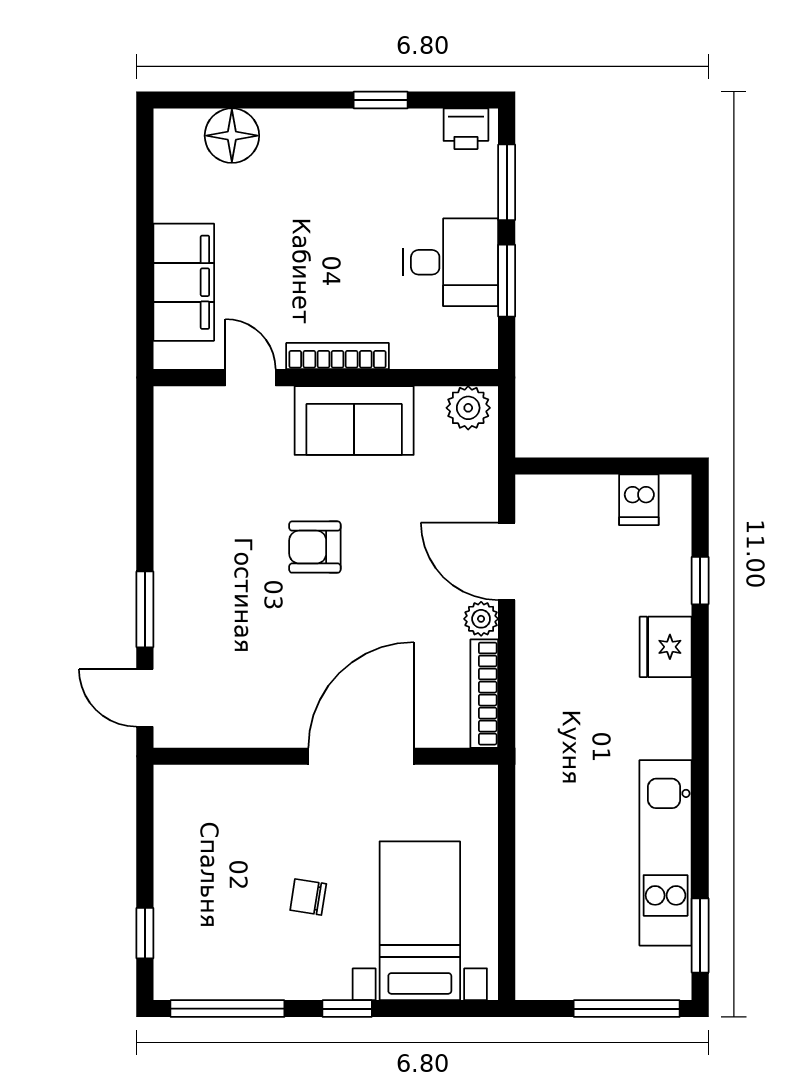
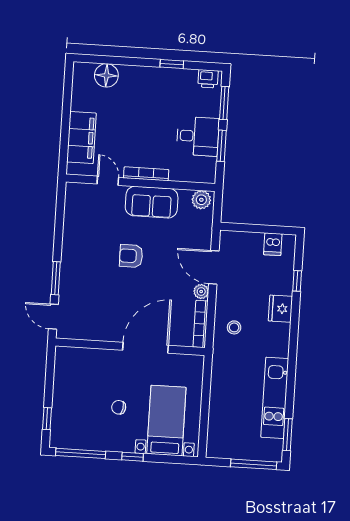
stool: (562, 697) -> (234, 327), added

